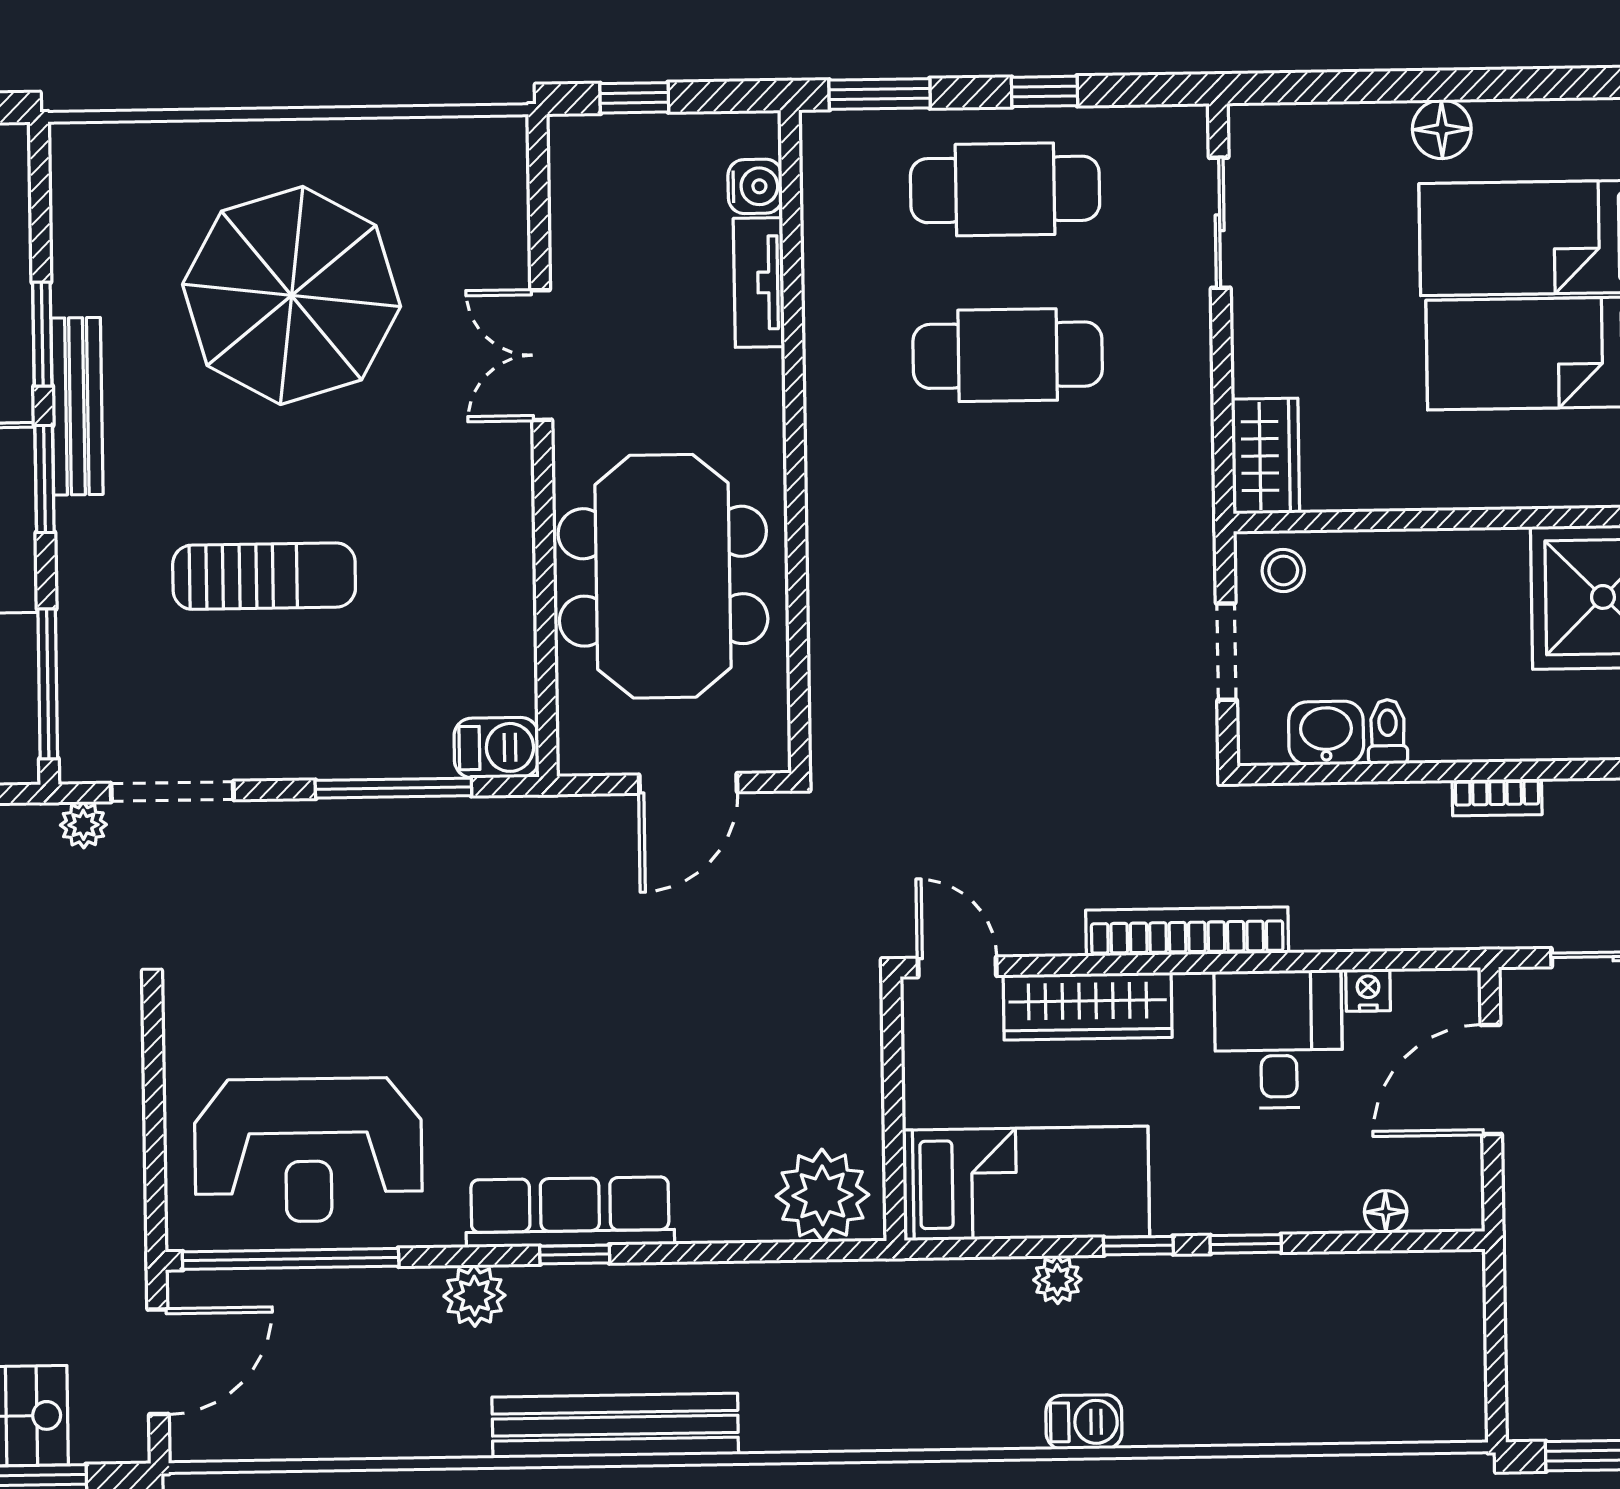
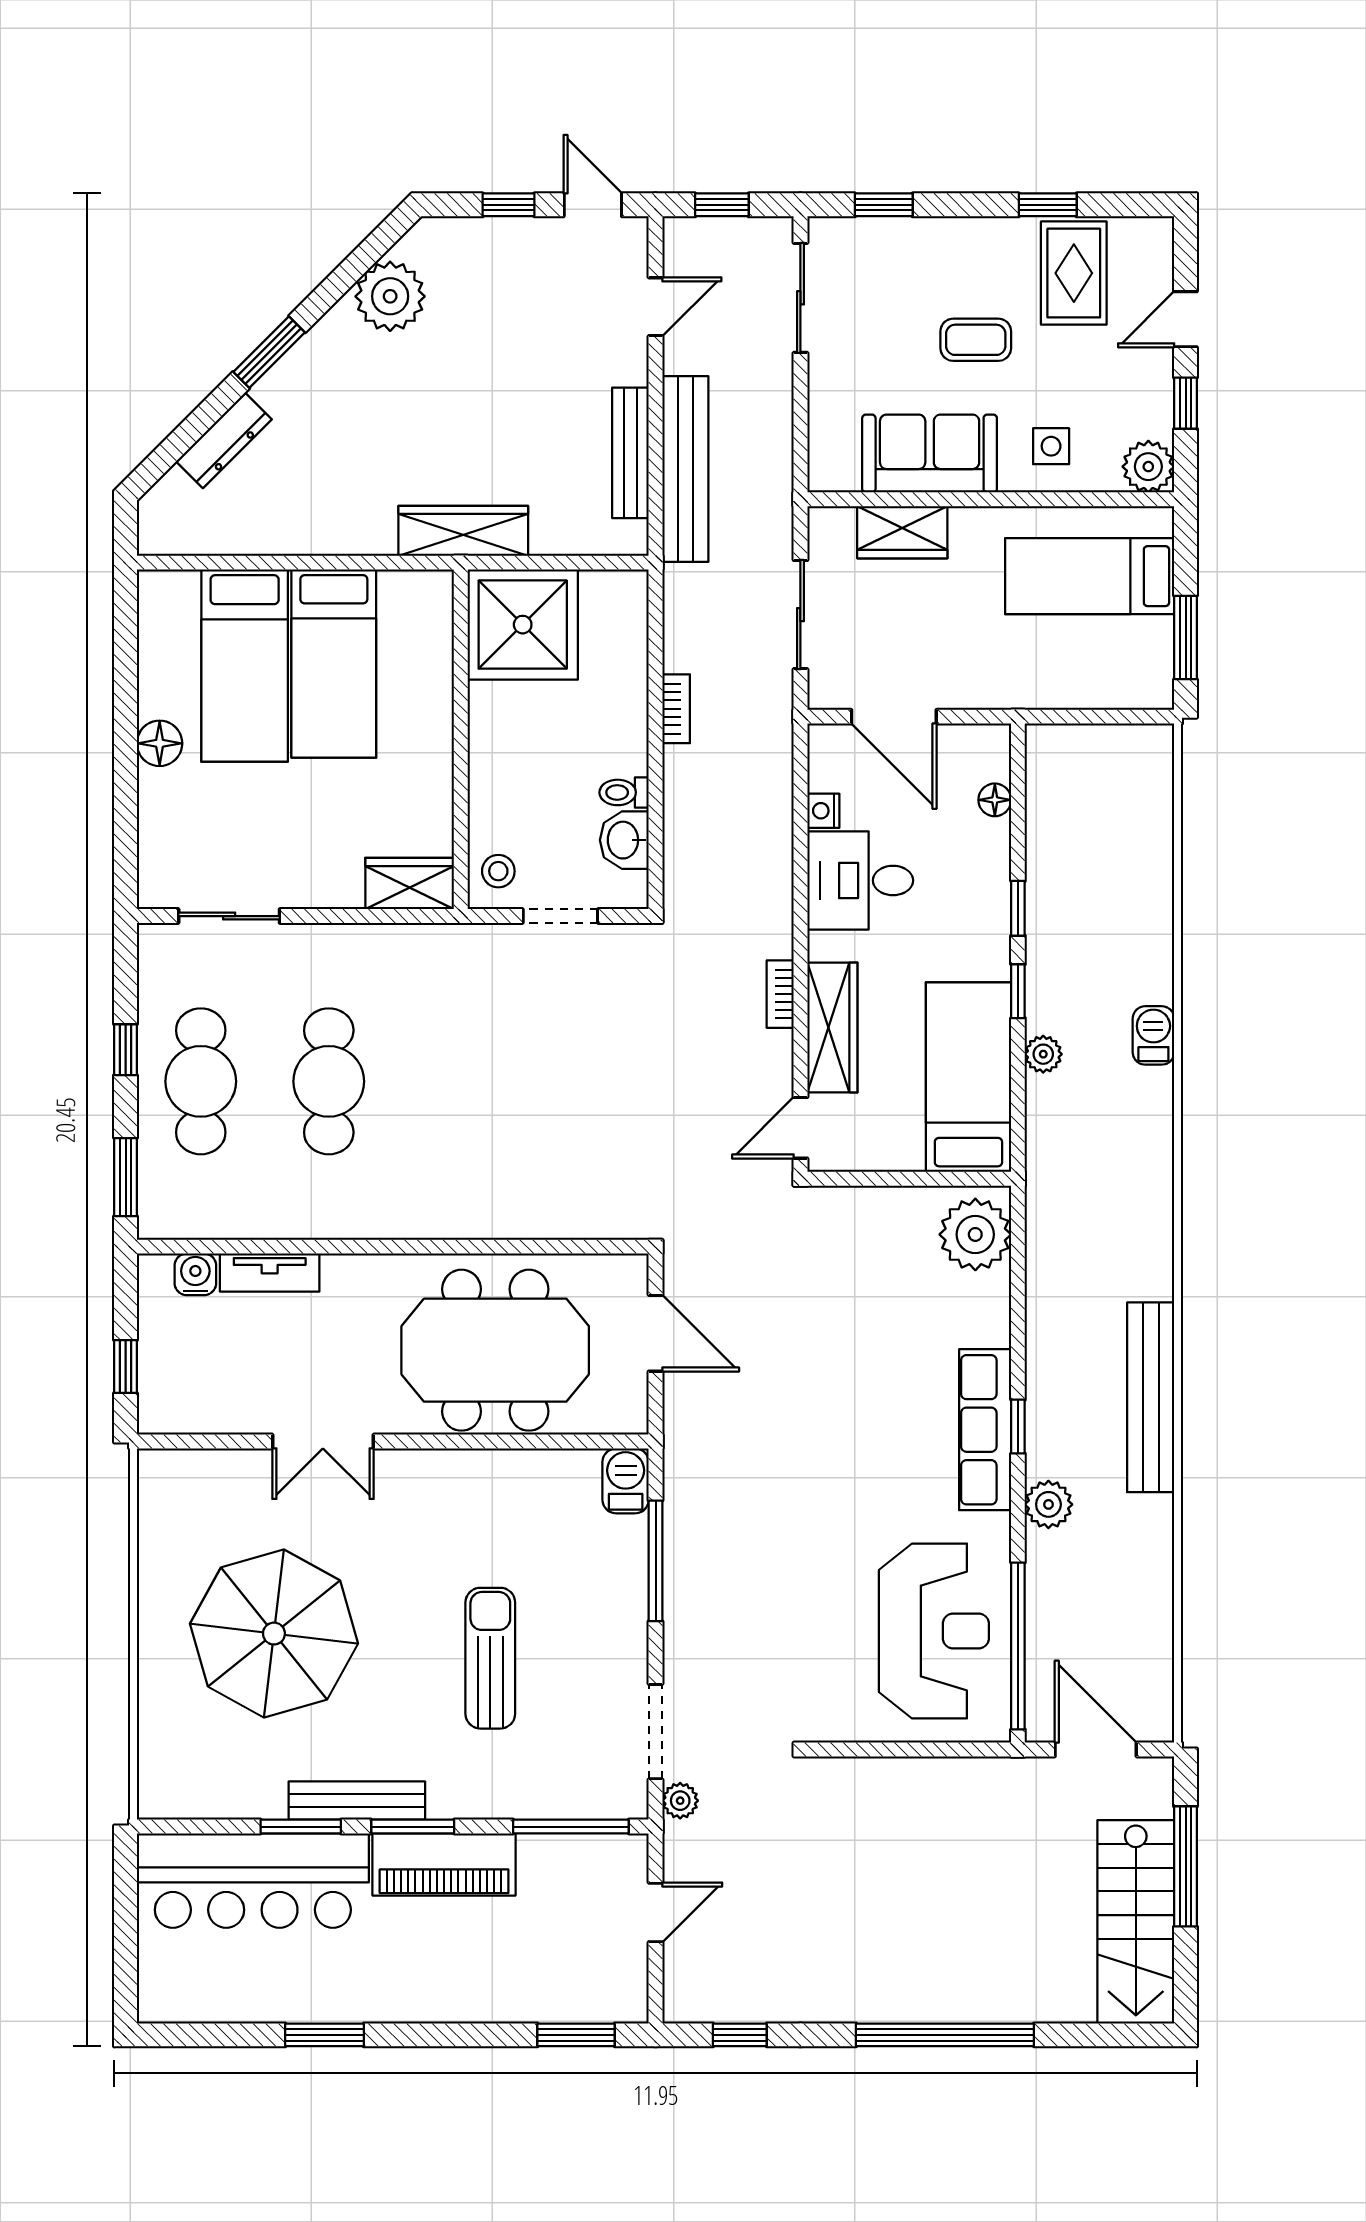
bookcase: (1187, 932) -> (780, 994), width x0.43, depth x0.76

